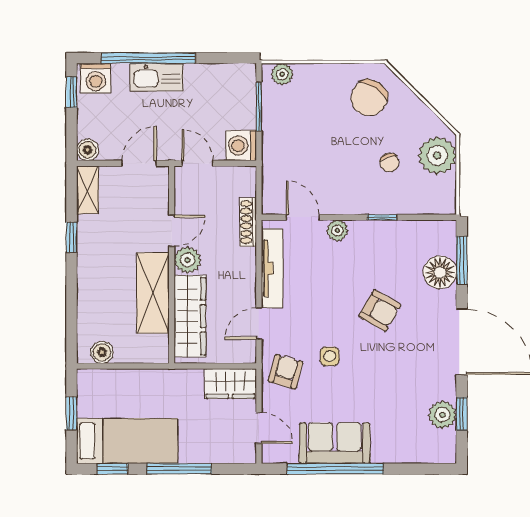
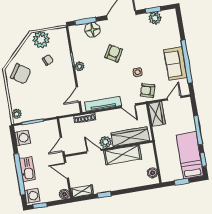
washing machine: (241, 146) -> (23, 138), moved, turned -90
plant: (337, 230) -> (80, 66), moved

